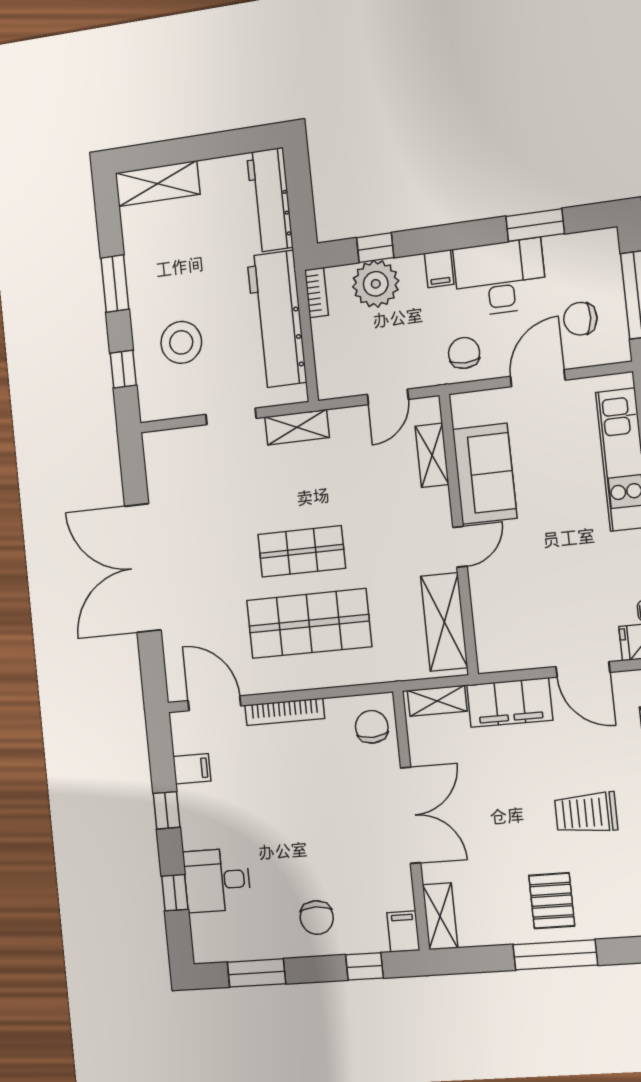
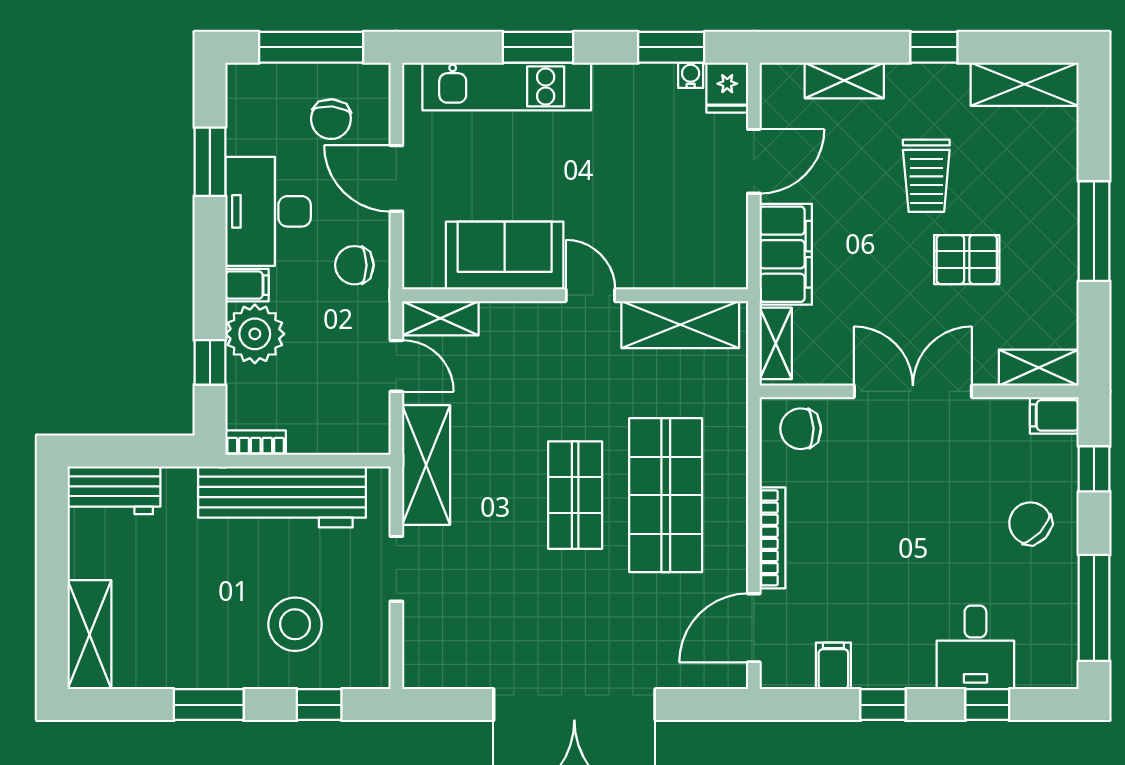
workbench: (270, 200) -> (114, 490), width x0.73
plant: (376, 284) -> (255, 334), moved
shelving: (297, 427) -> (426, 465), width x1.50, depth x1.33
shelving: (432, 455) -> (440, 318), moved
pallet: (552, 901) -> (967, 260), moved
chair: (317, 918) -> (1030, 523), turned -137
window: (257, 973) -> (1094, 608), width x1.44

